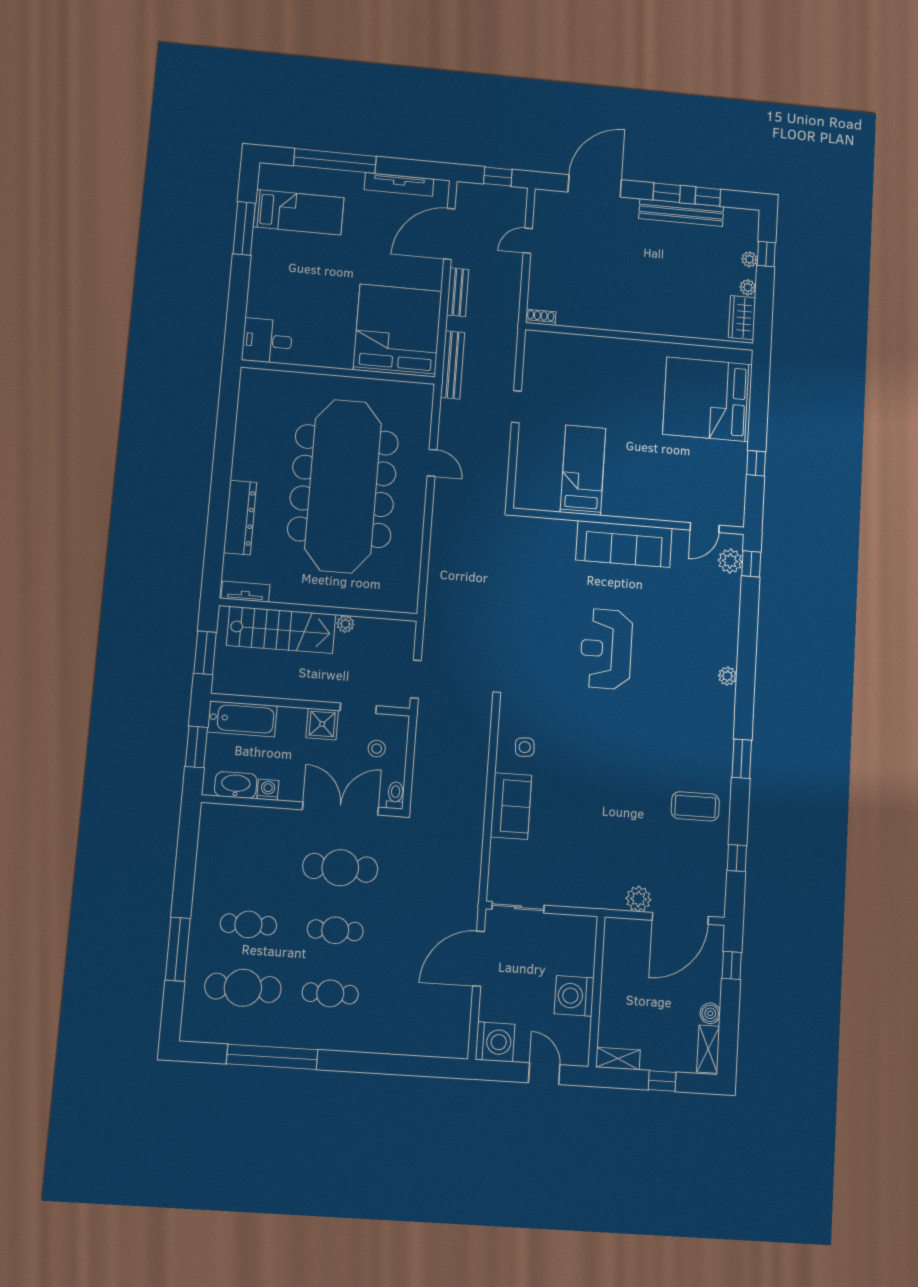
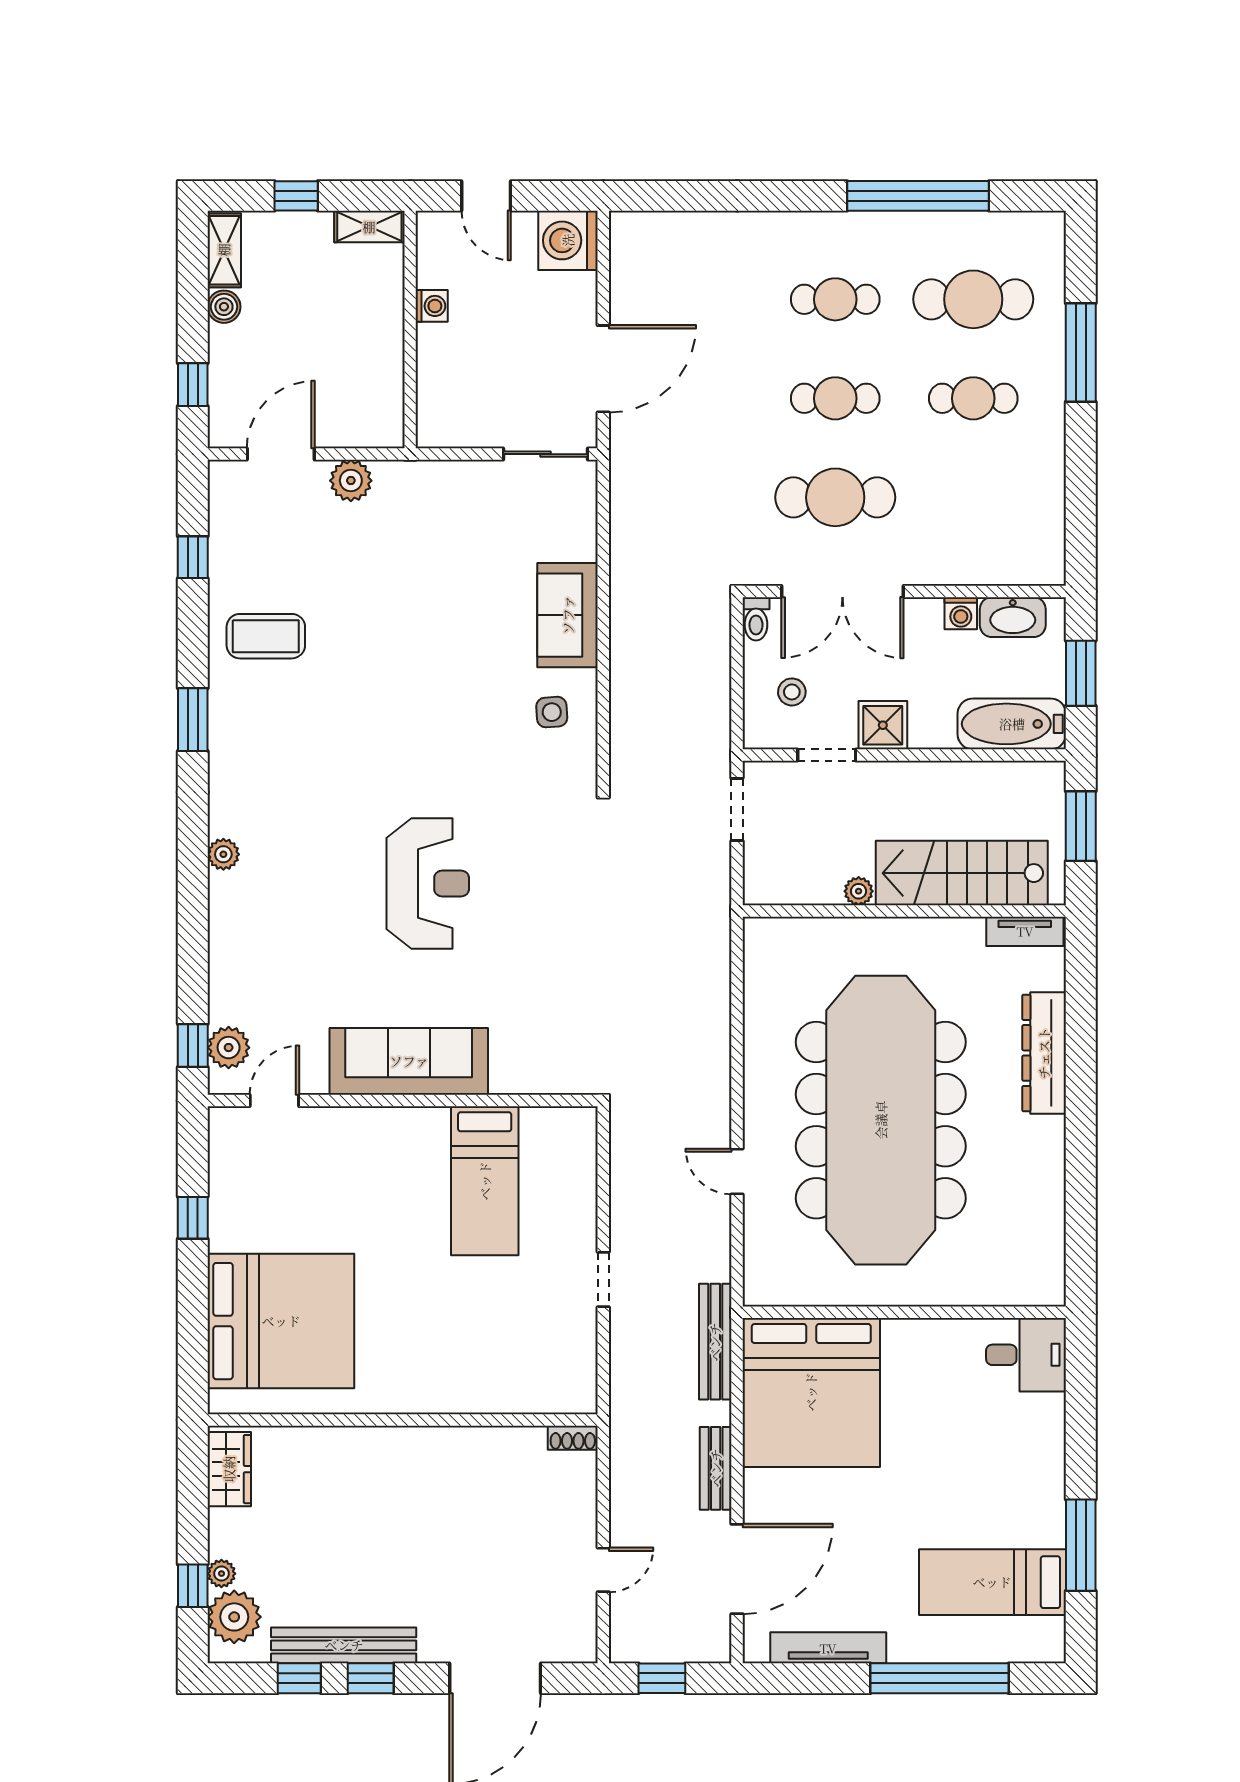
plant: (748, 287) -> (234, 1617), moved, width x1.88, depth x1.88
door: (680, 918) -> (281, 454), width x0.73
washing machine: (574, 996) -> (432, 306), width x0.53, depth x0.53

